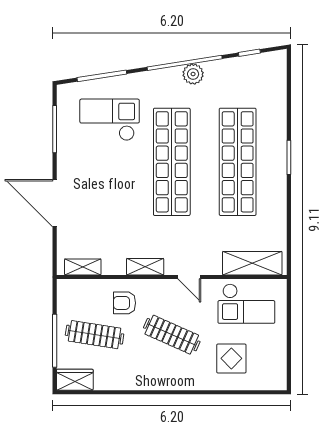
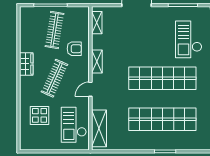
checkout: (110, 120) -> (189, 39), turned 180
armchair: (125, 303) -> (74, 49), turned 90
wardrobe: (75, 380) -> (26, 64), moved

